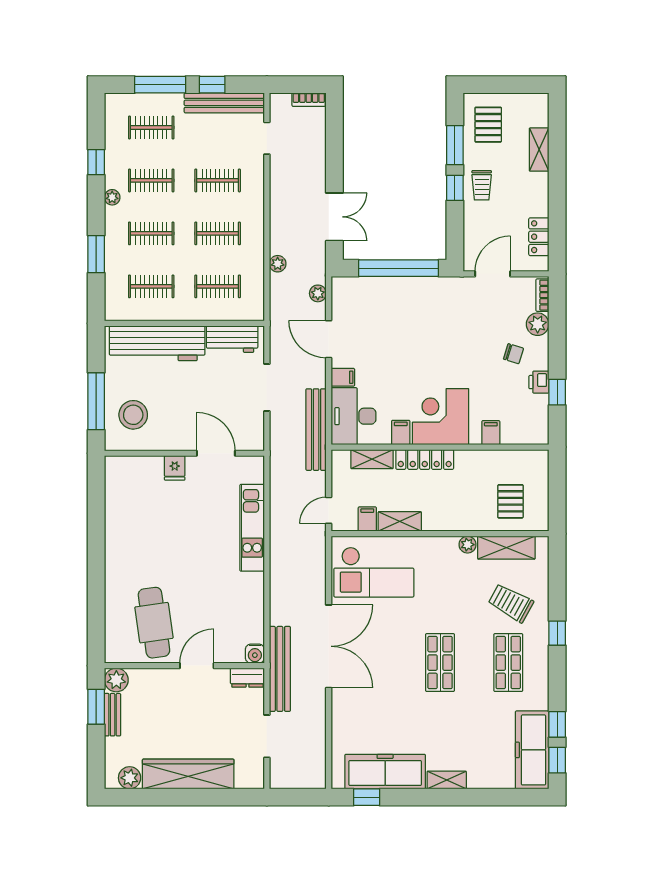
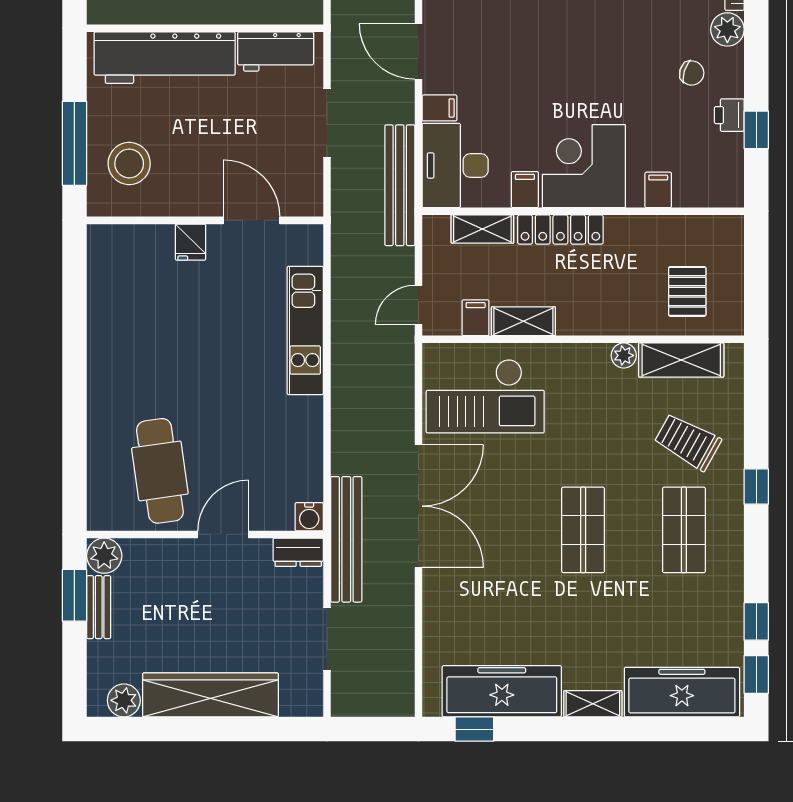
freezer: (532, 750) -> (682, 692), moved, turned 90

